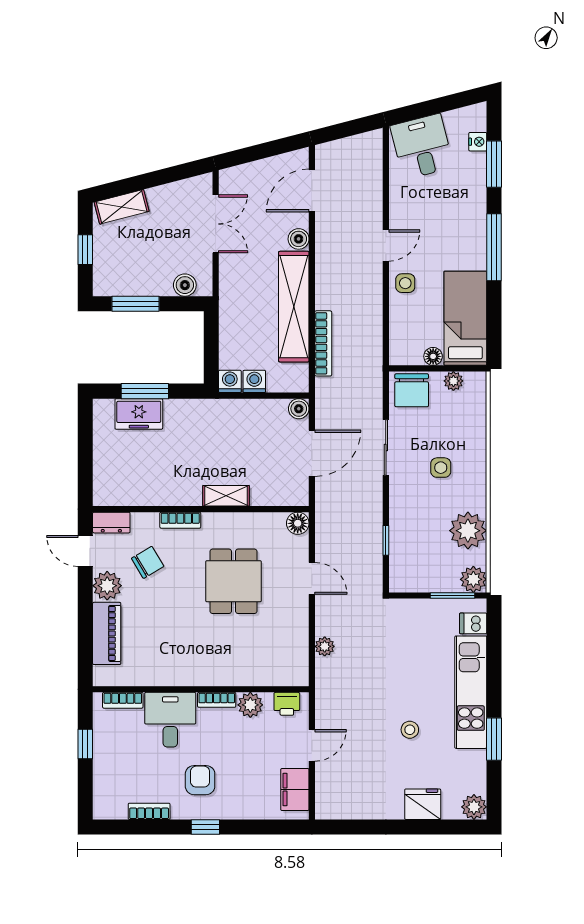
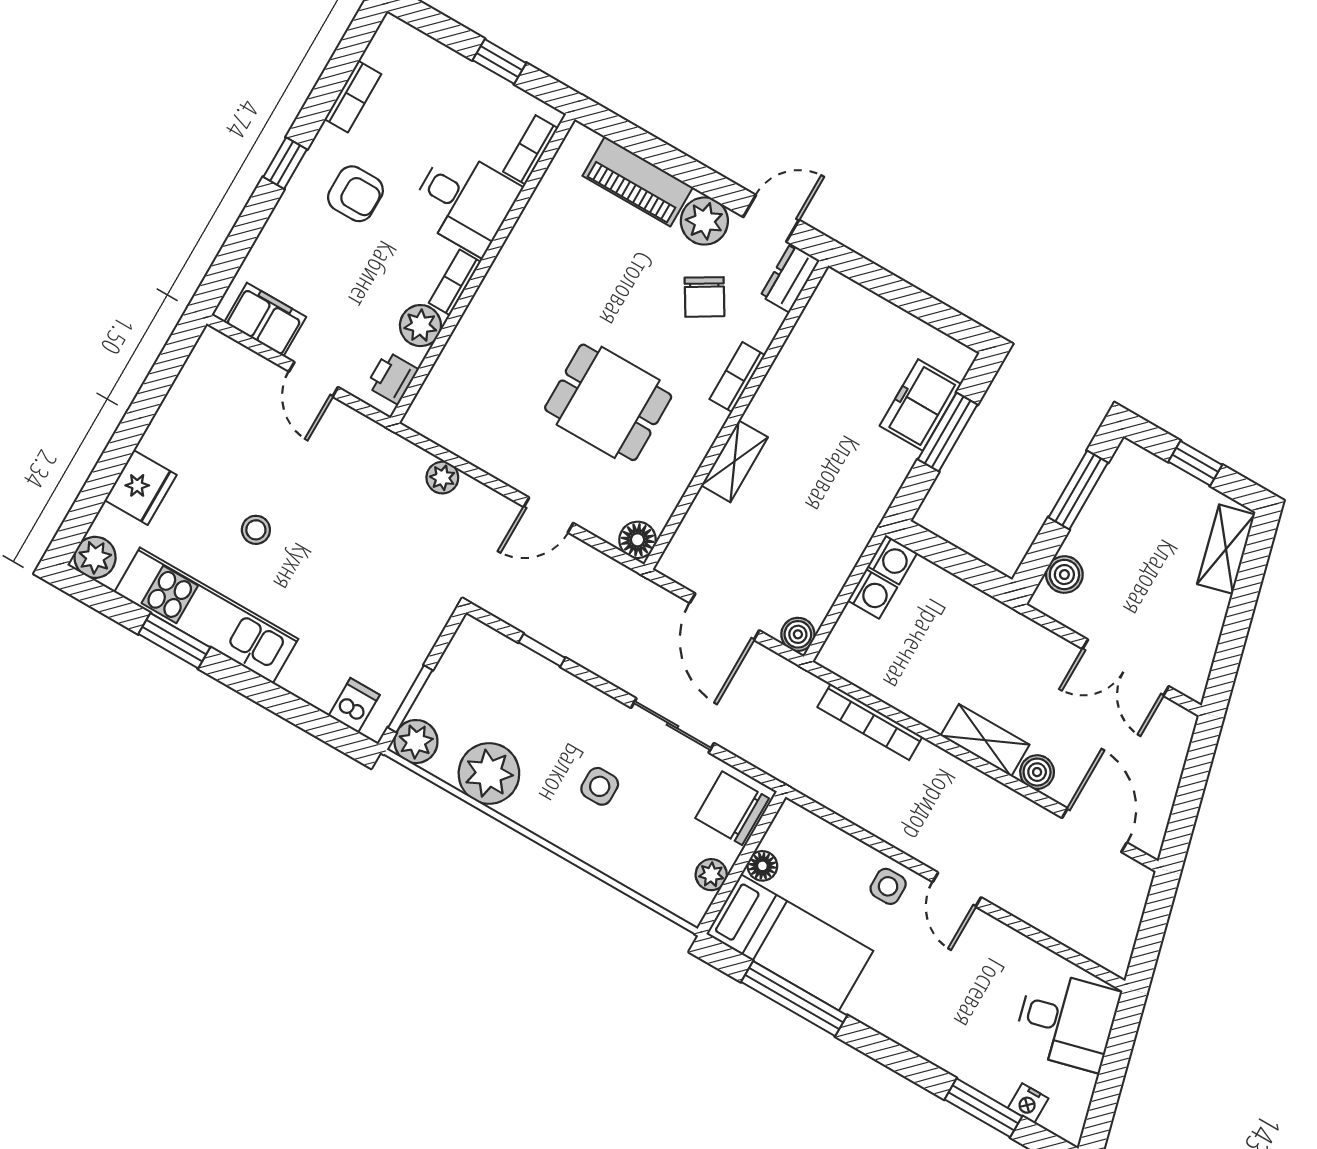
window: (494, 247) -> (794, 999), moved
shelving: (294, 307) -> (985, 740), width x0.45, depth x0.75
kitchen unit: (471, 692) -> (206, 615), moved

